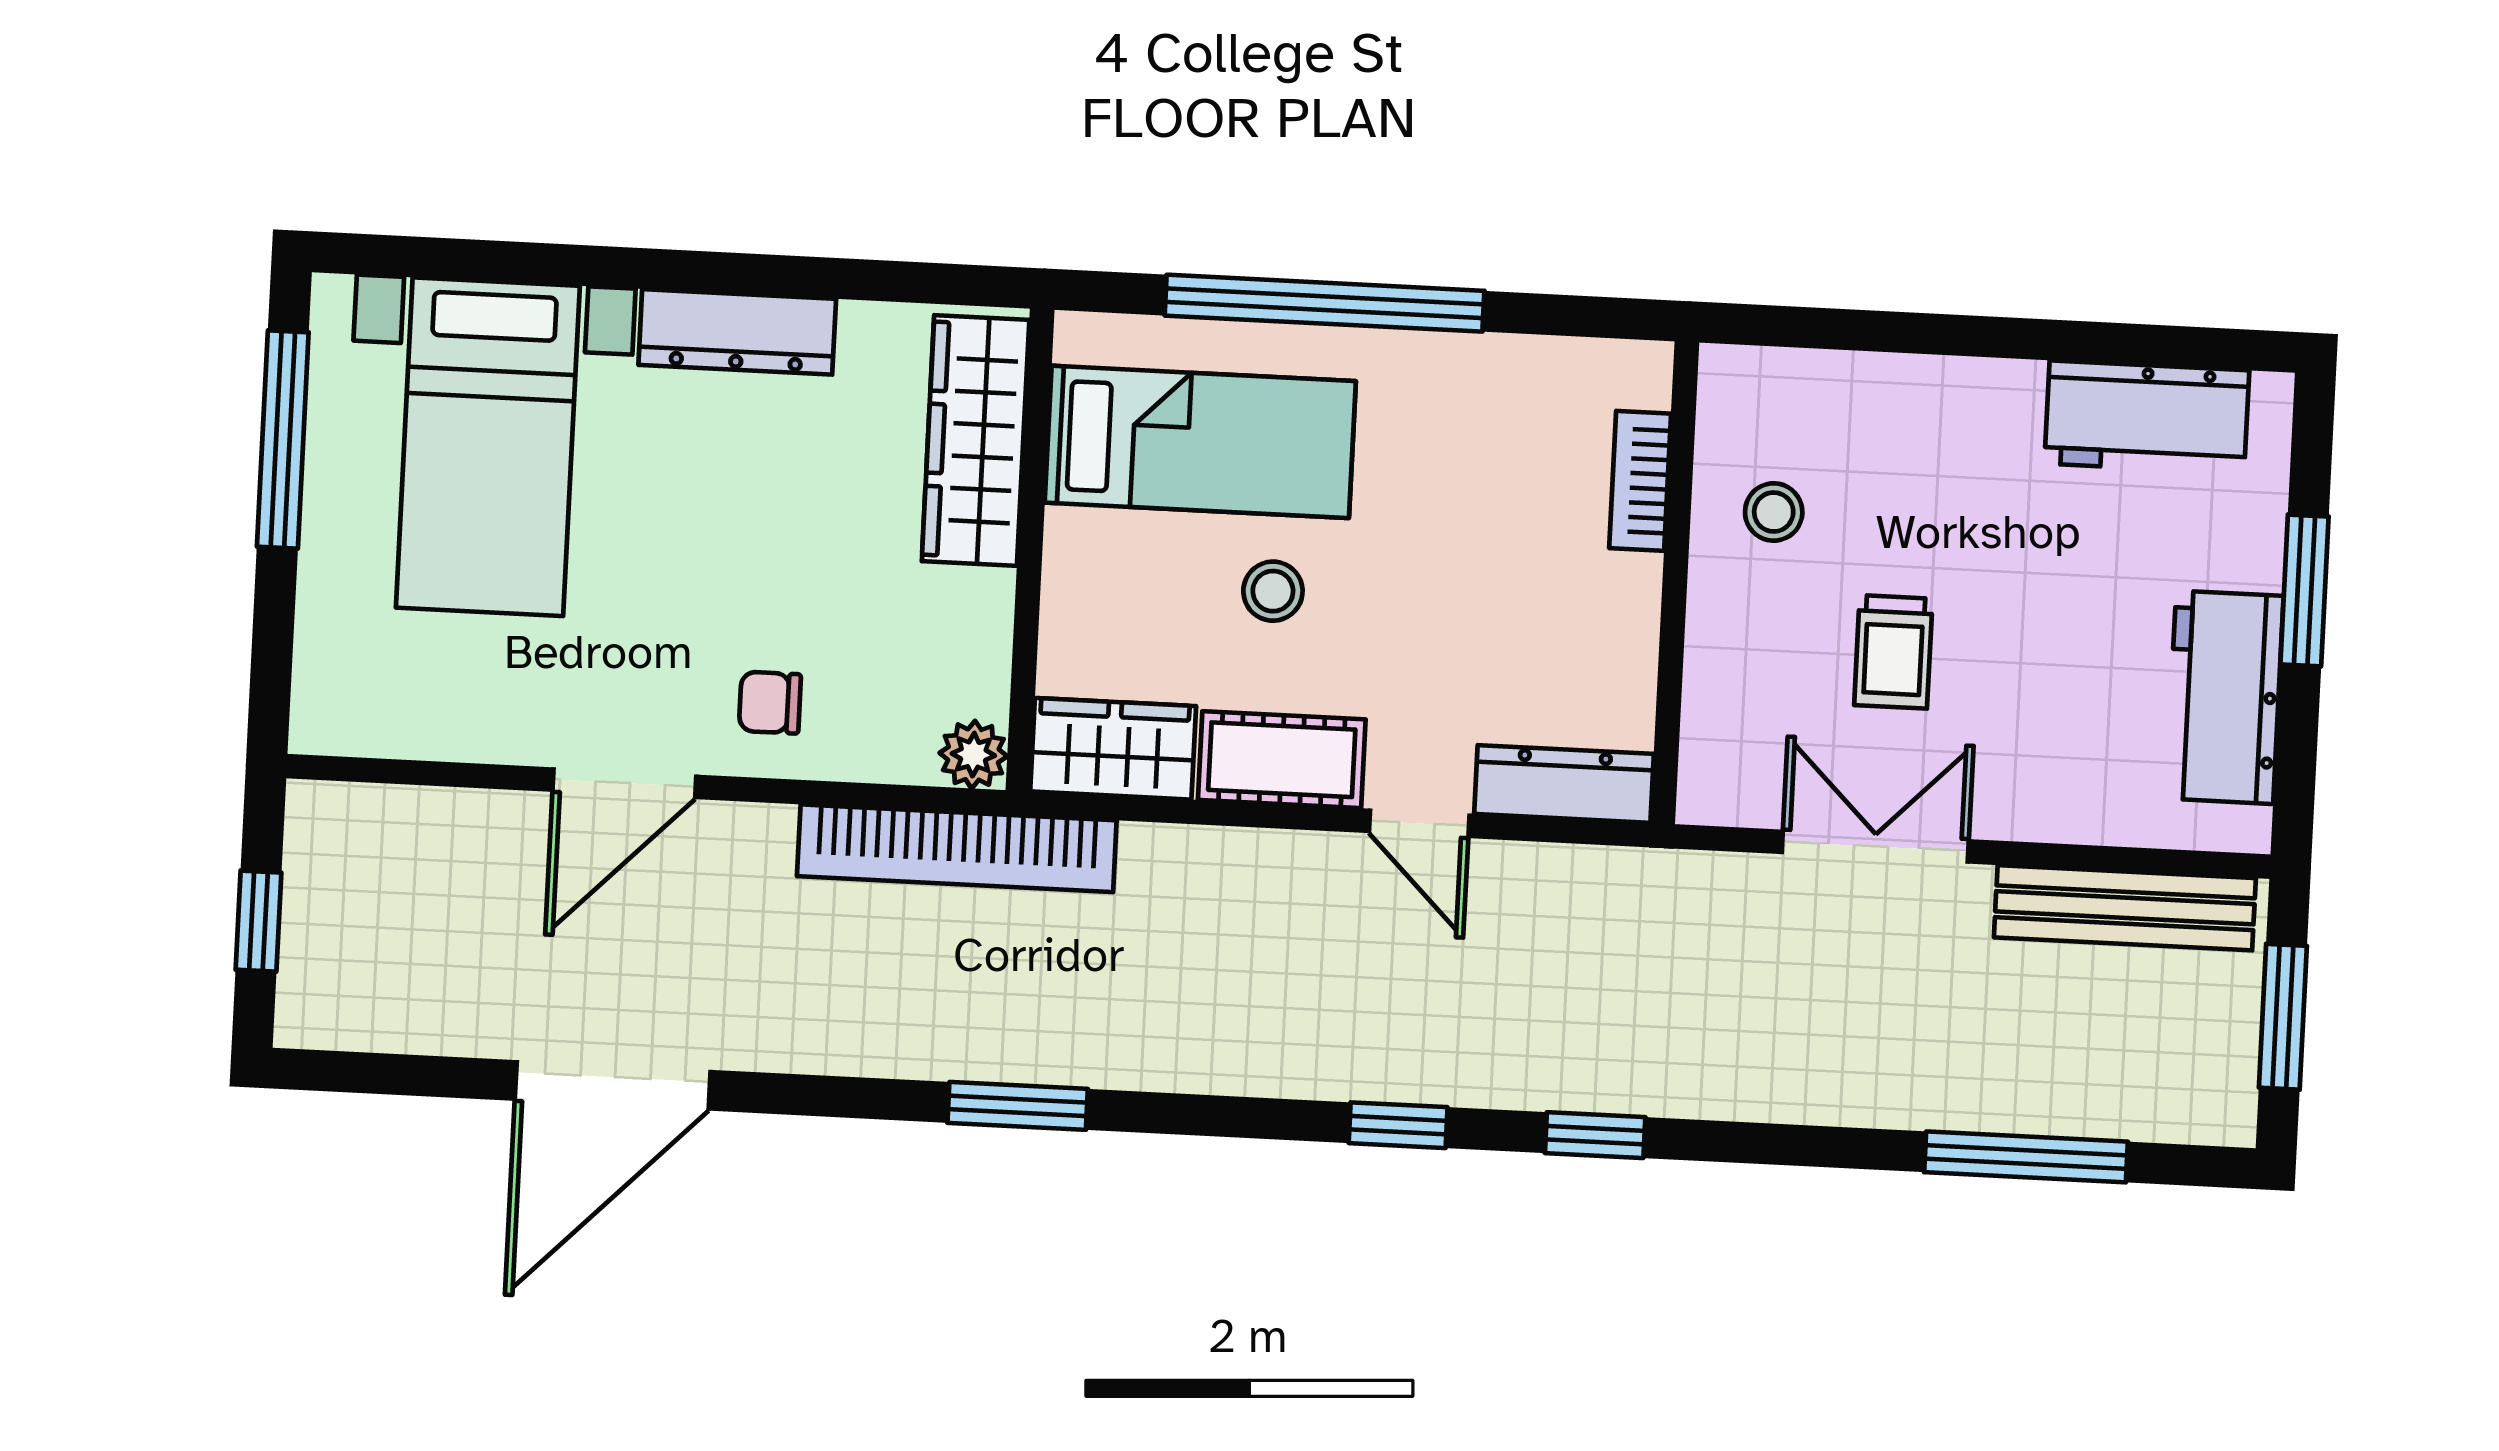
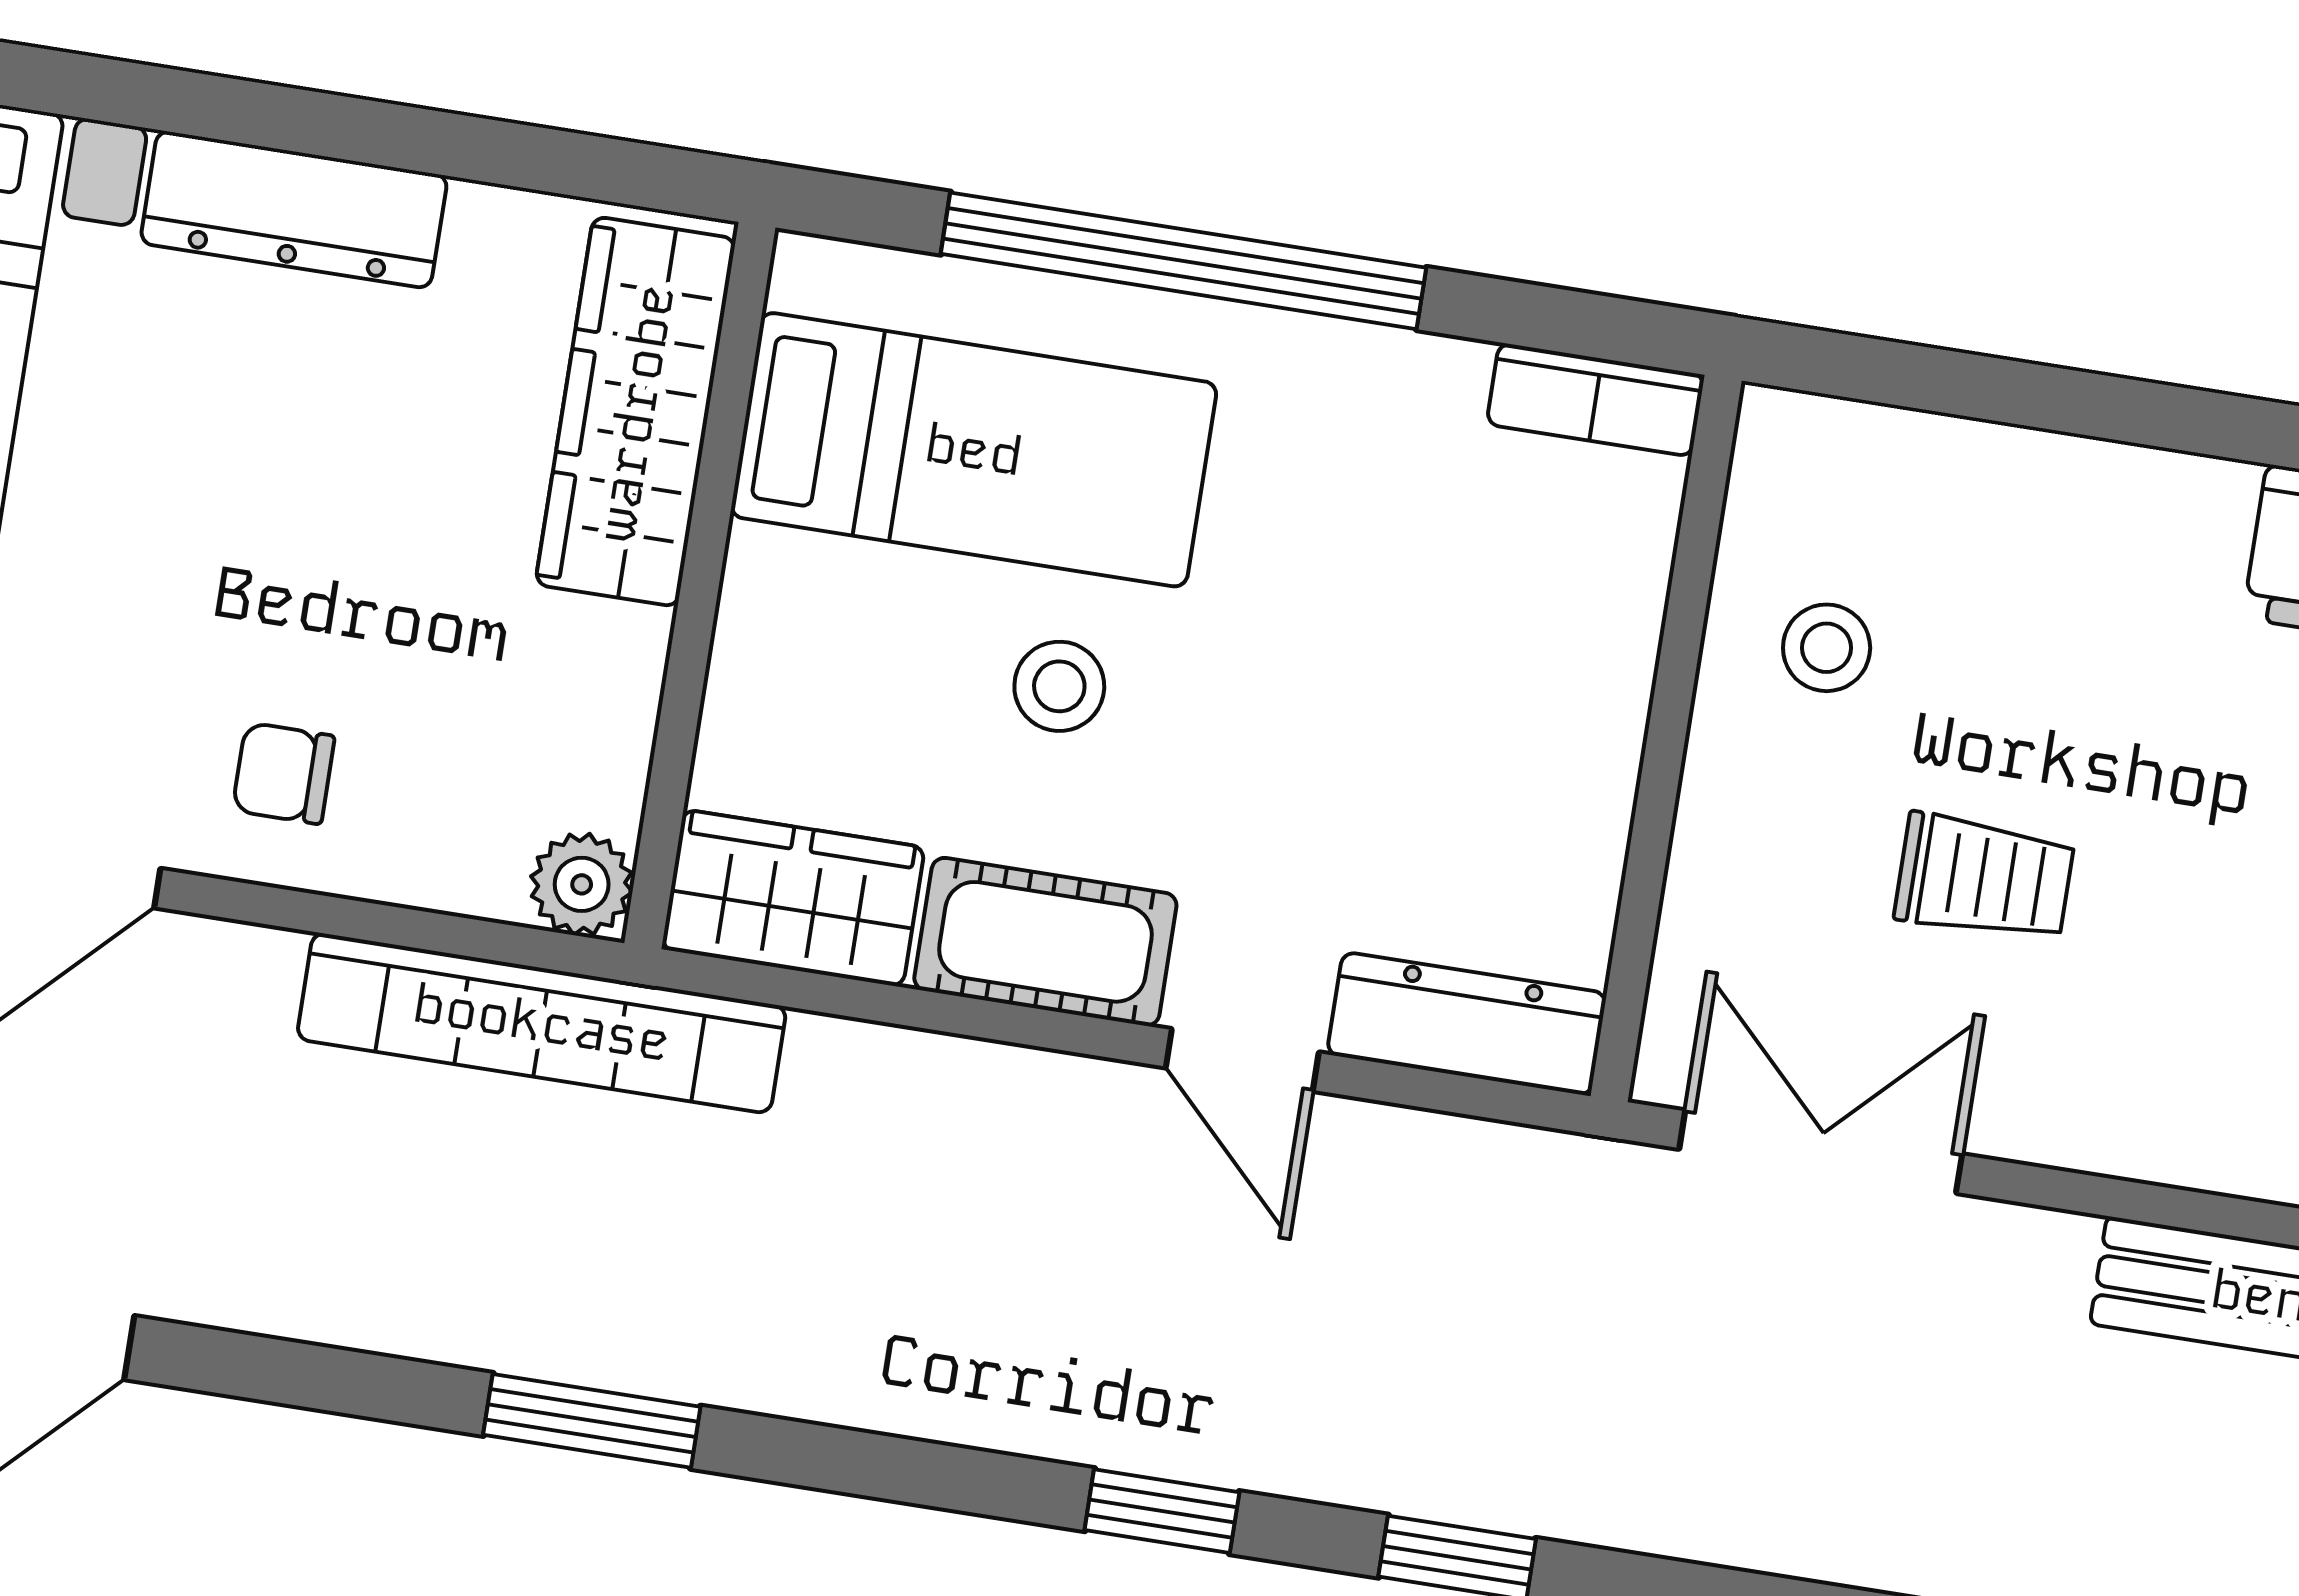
bookcase: (1640, 481) -> (1596, 400), moved, turned -90
trolley: (1893, 652) -> (1984, 878), turned -90
double door: (1875, 847) -> (1821, 1152), moved

